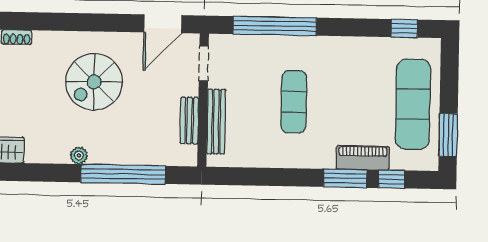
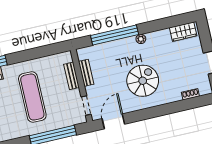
exercise mat: (294, 102) -> (32, 97), width x1.36, depth x1.45
bench: (216, 122) -> (71, 76), width x0.73

